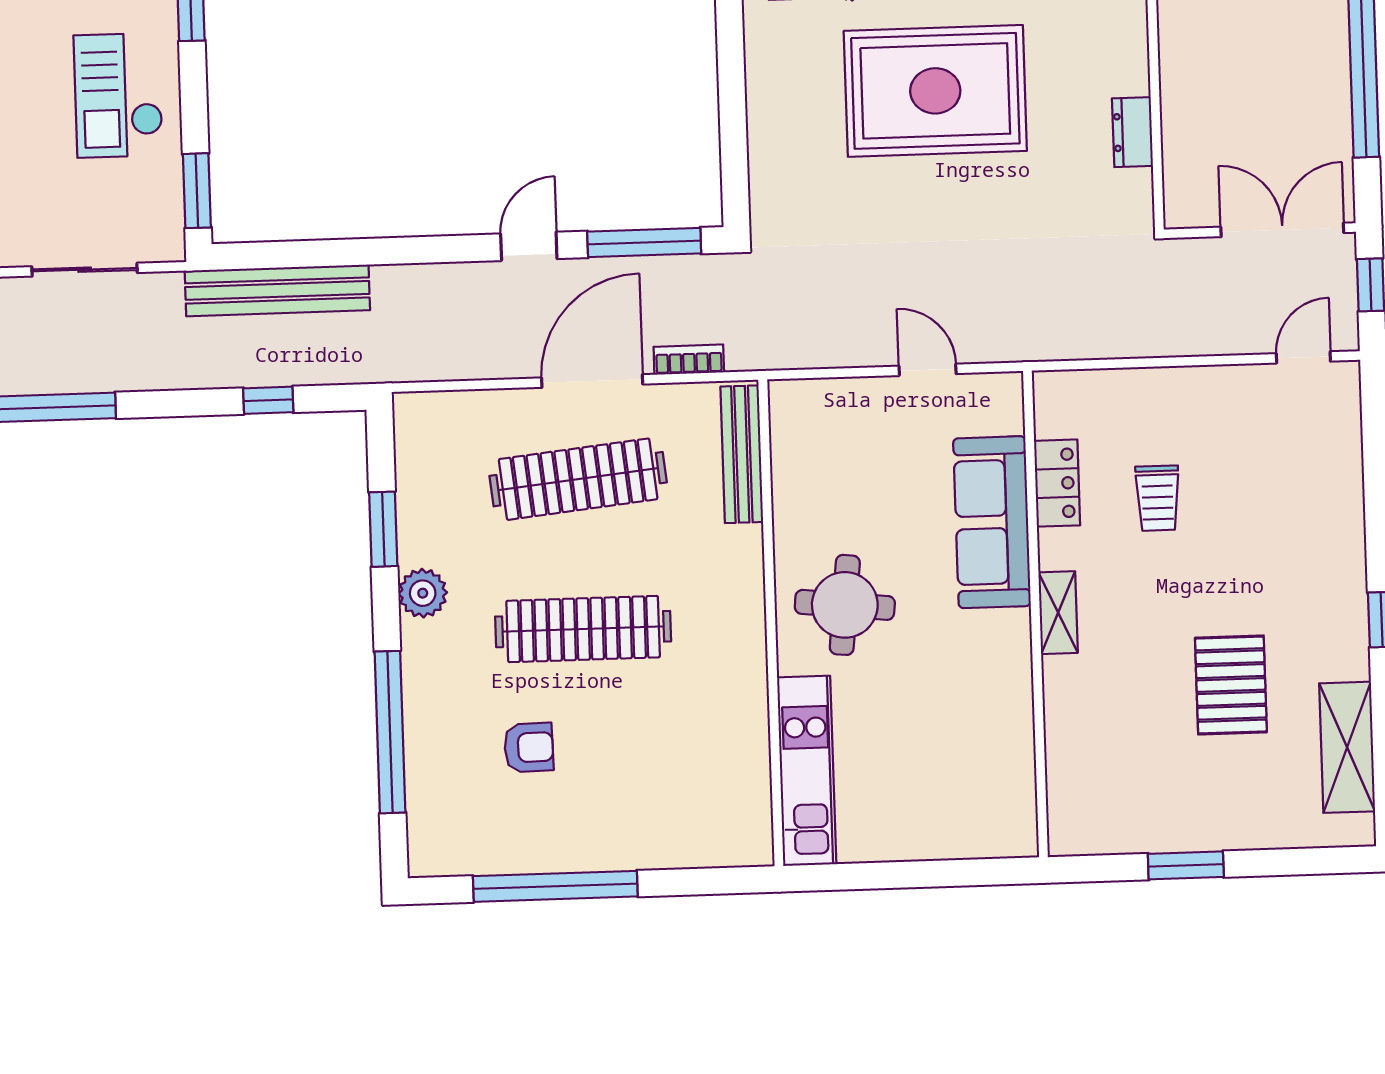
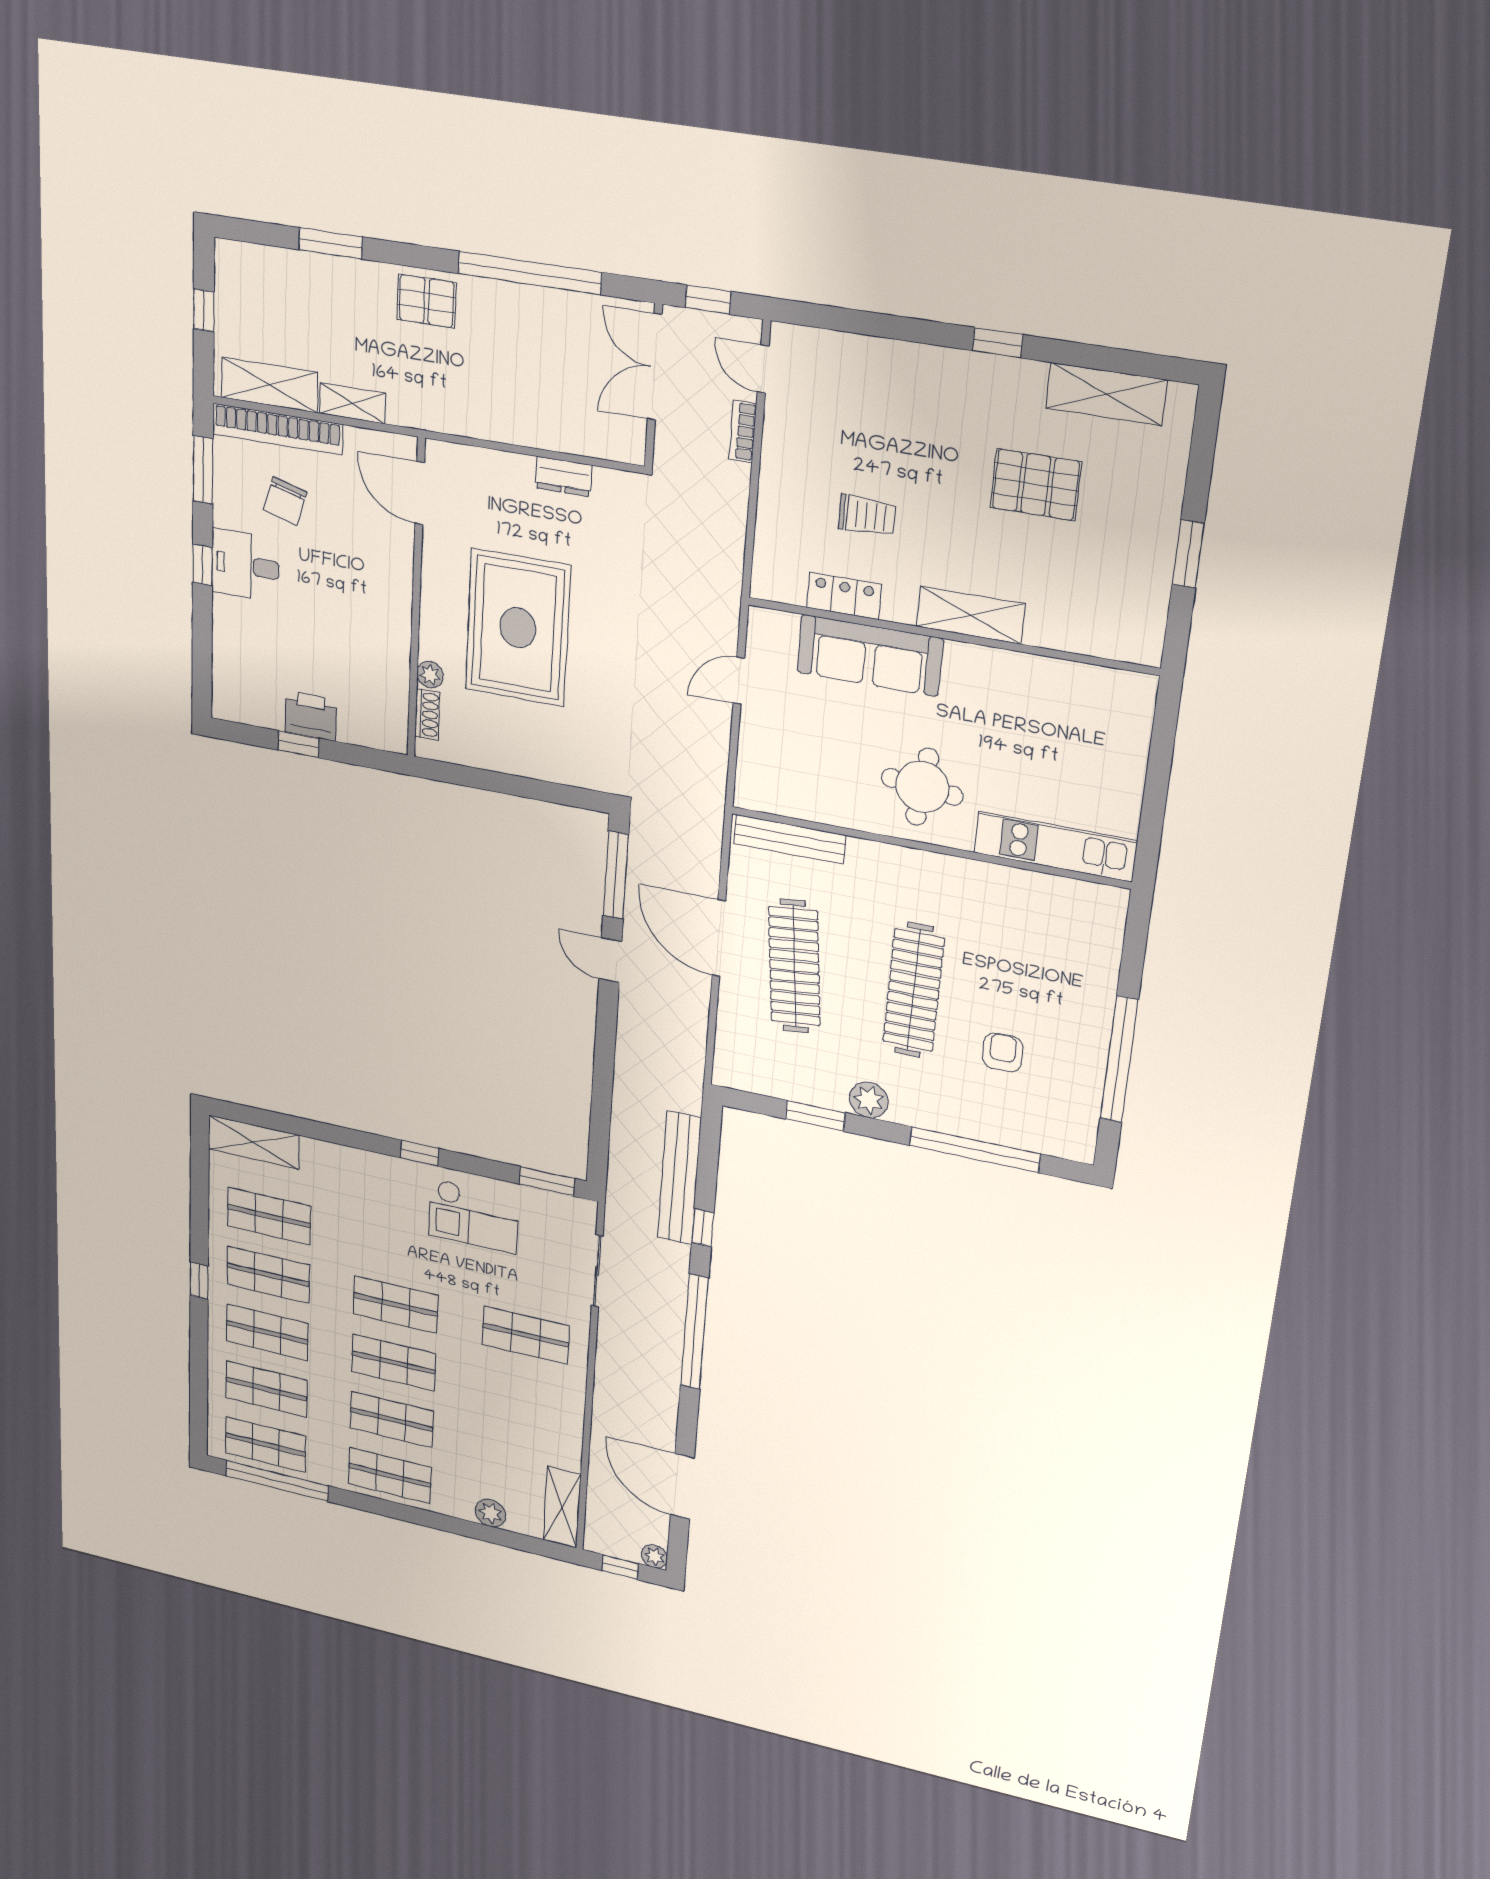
bench: (277, 290) -> (679, 1178), moved
bookcase: (689, 360) -> (743, 431), moved
window: (268, 400) -> (703, 1228), moved
shelving: (1058, 613) -> (971, 615), width x1.50, depth x1.33

